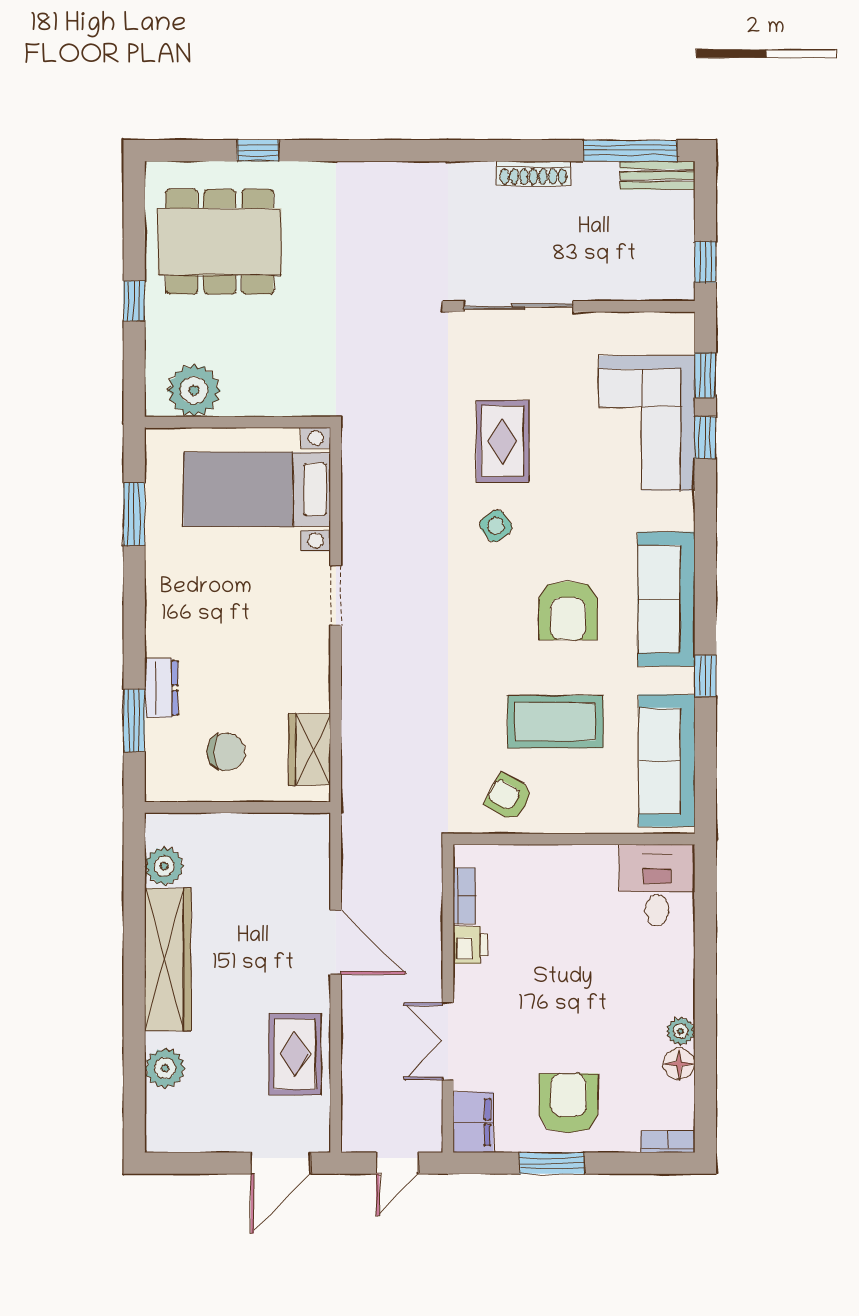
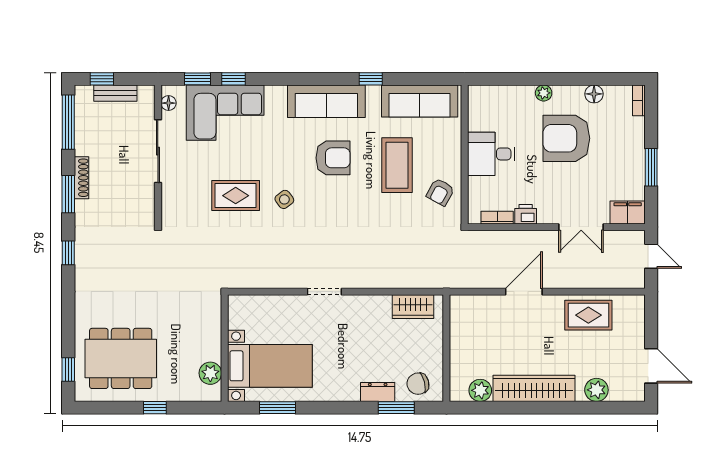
window: (258, 151) -> (68, 369), moved
window: (403, 151) -> (68, 253), added
window: (505, 151) -> (68, 194), added
bench: (657, 175) -> (115, 93), moved, turned 90
dining table: (220, 242) -> (121, 358), turned 90
window: (705, 262) -> (102, 79), moved
sliding door: (518, 306) -> (158, 151), moved
floor lamp: (663, 325) -> (169, 103), added
plant: (194, 390) -> (210, 373), width x0.73, depth x0.73
bed with nightstands: (257, 489) -> (270, 366), moved, turned -90
chair: (226, 752) -> (418, 384), moved, turned -104
desk: (657, 885) -> (491, 154), moved
plant: (681, 1031) -> (544, 93), moved
armchair: (568, 1103) -> (566, 138), moved, width x1.36, depth x1.36
door: (281, 1163) -> (651, 366), moved

